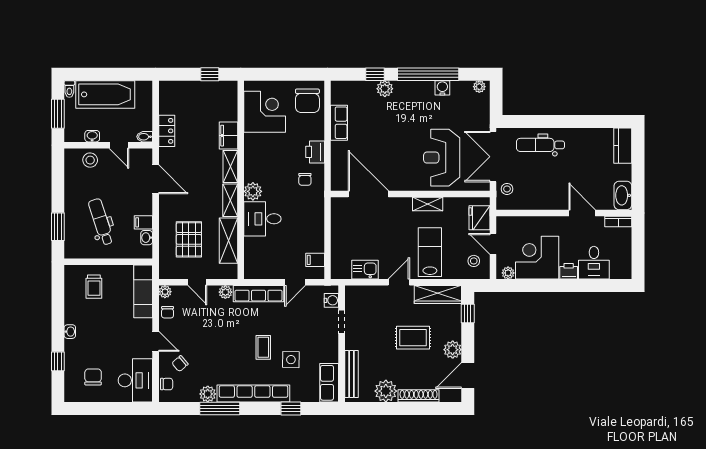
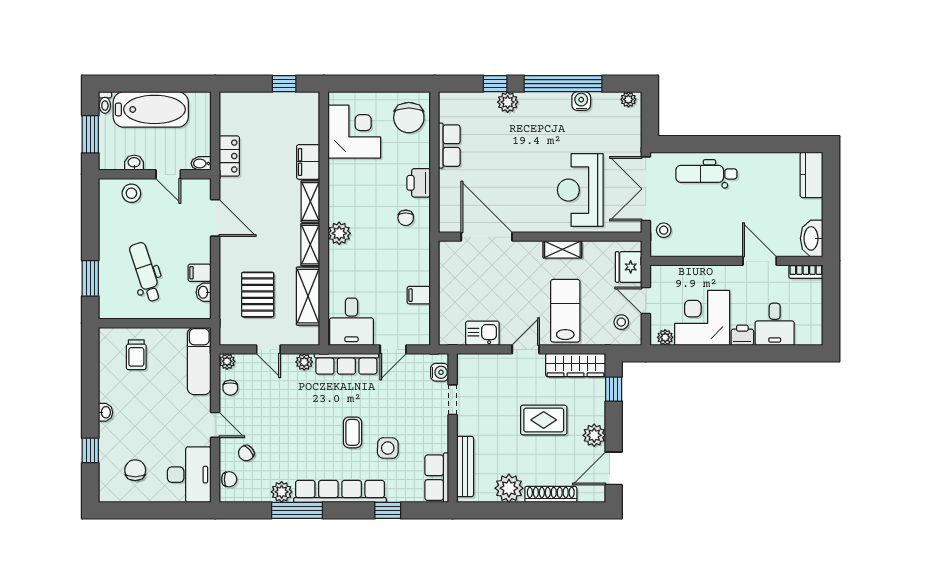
desk: (262, 219) -> (351, 322), moved, turned -90
filing cabinet: (315, 260) -> (419, 295), moved

